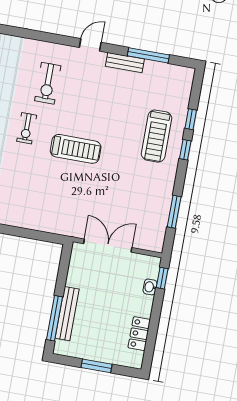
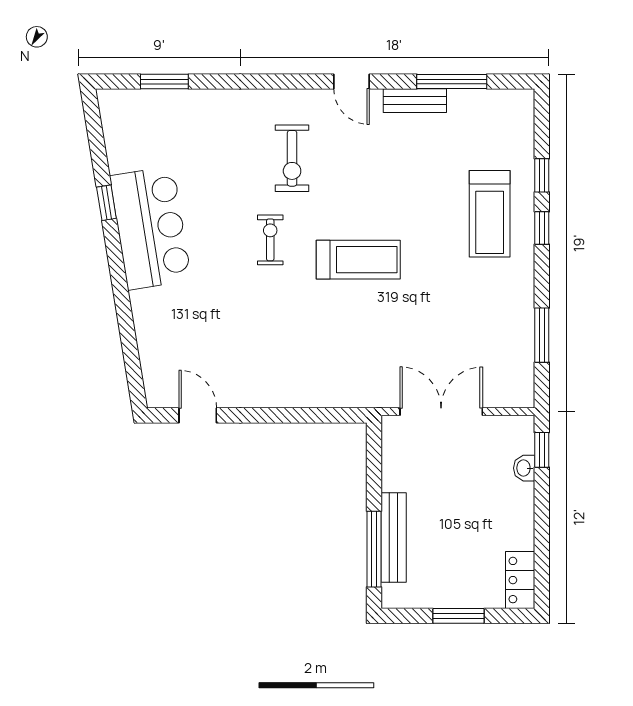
door: (90, 45) -> (352, 81), swing flipped
exercise bike: (27, 128) -> (270, 240), turned 180
locker: (139, 334) -> (520, 580), moved

